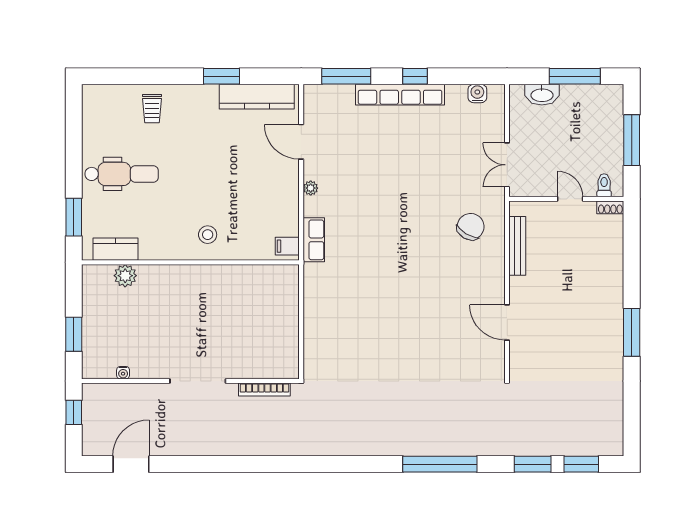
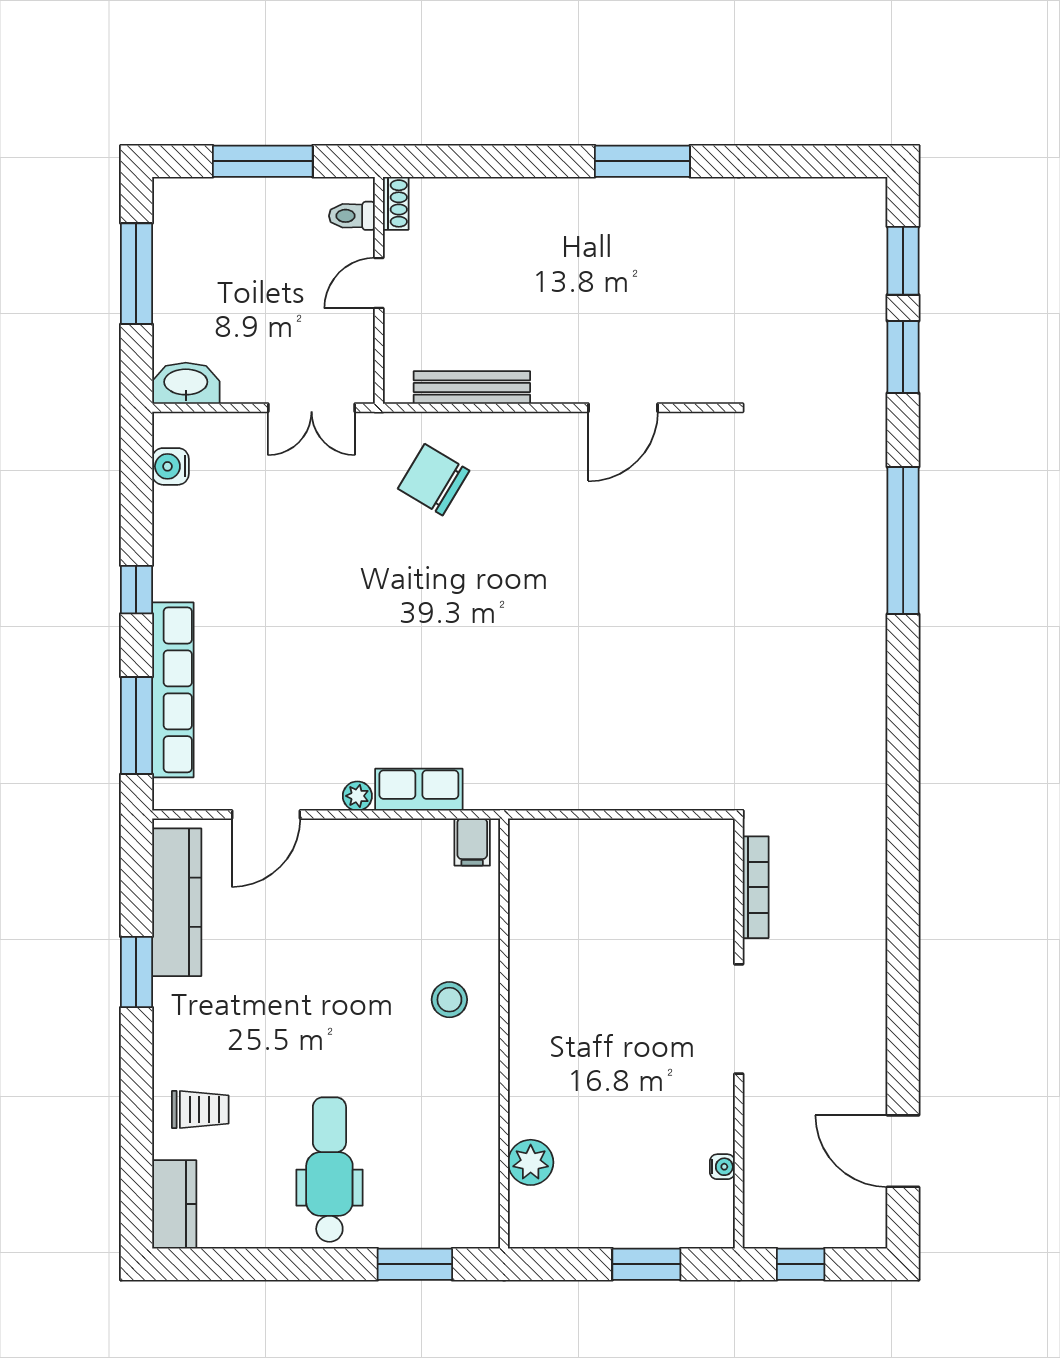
row of seats: (400, 95) -> (173, 690), moved
washbasin: (542, 95) -> (186, 383), moved, turned -90
row of seats: (314, 240) -> (419, 790), moved
kitchen counter: (115, 249) -> (174, 1204), moved, turned 180

